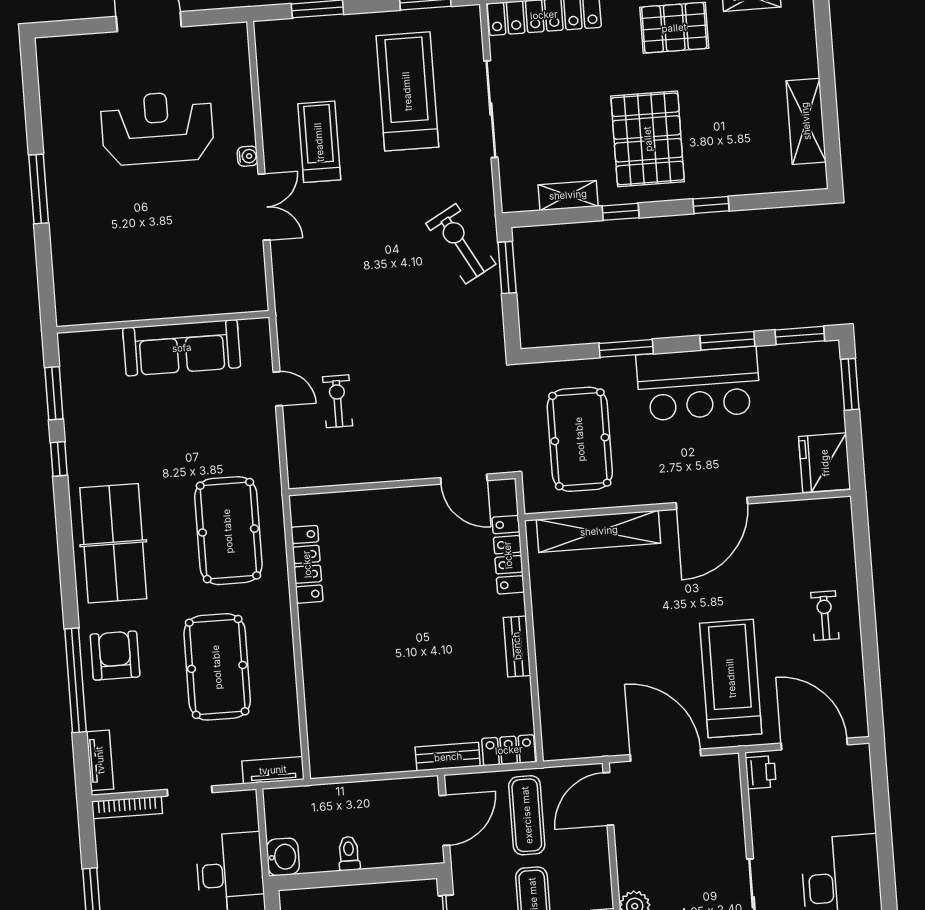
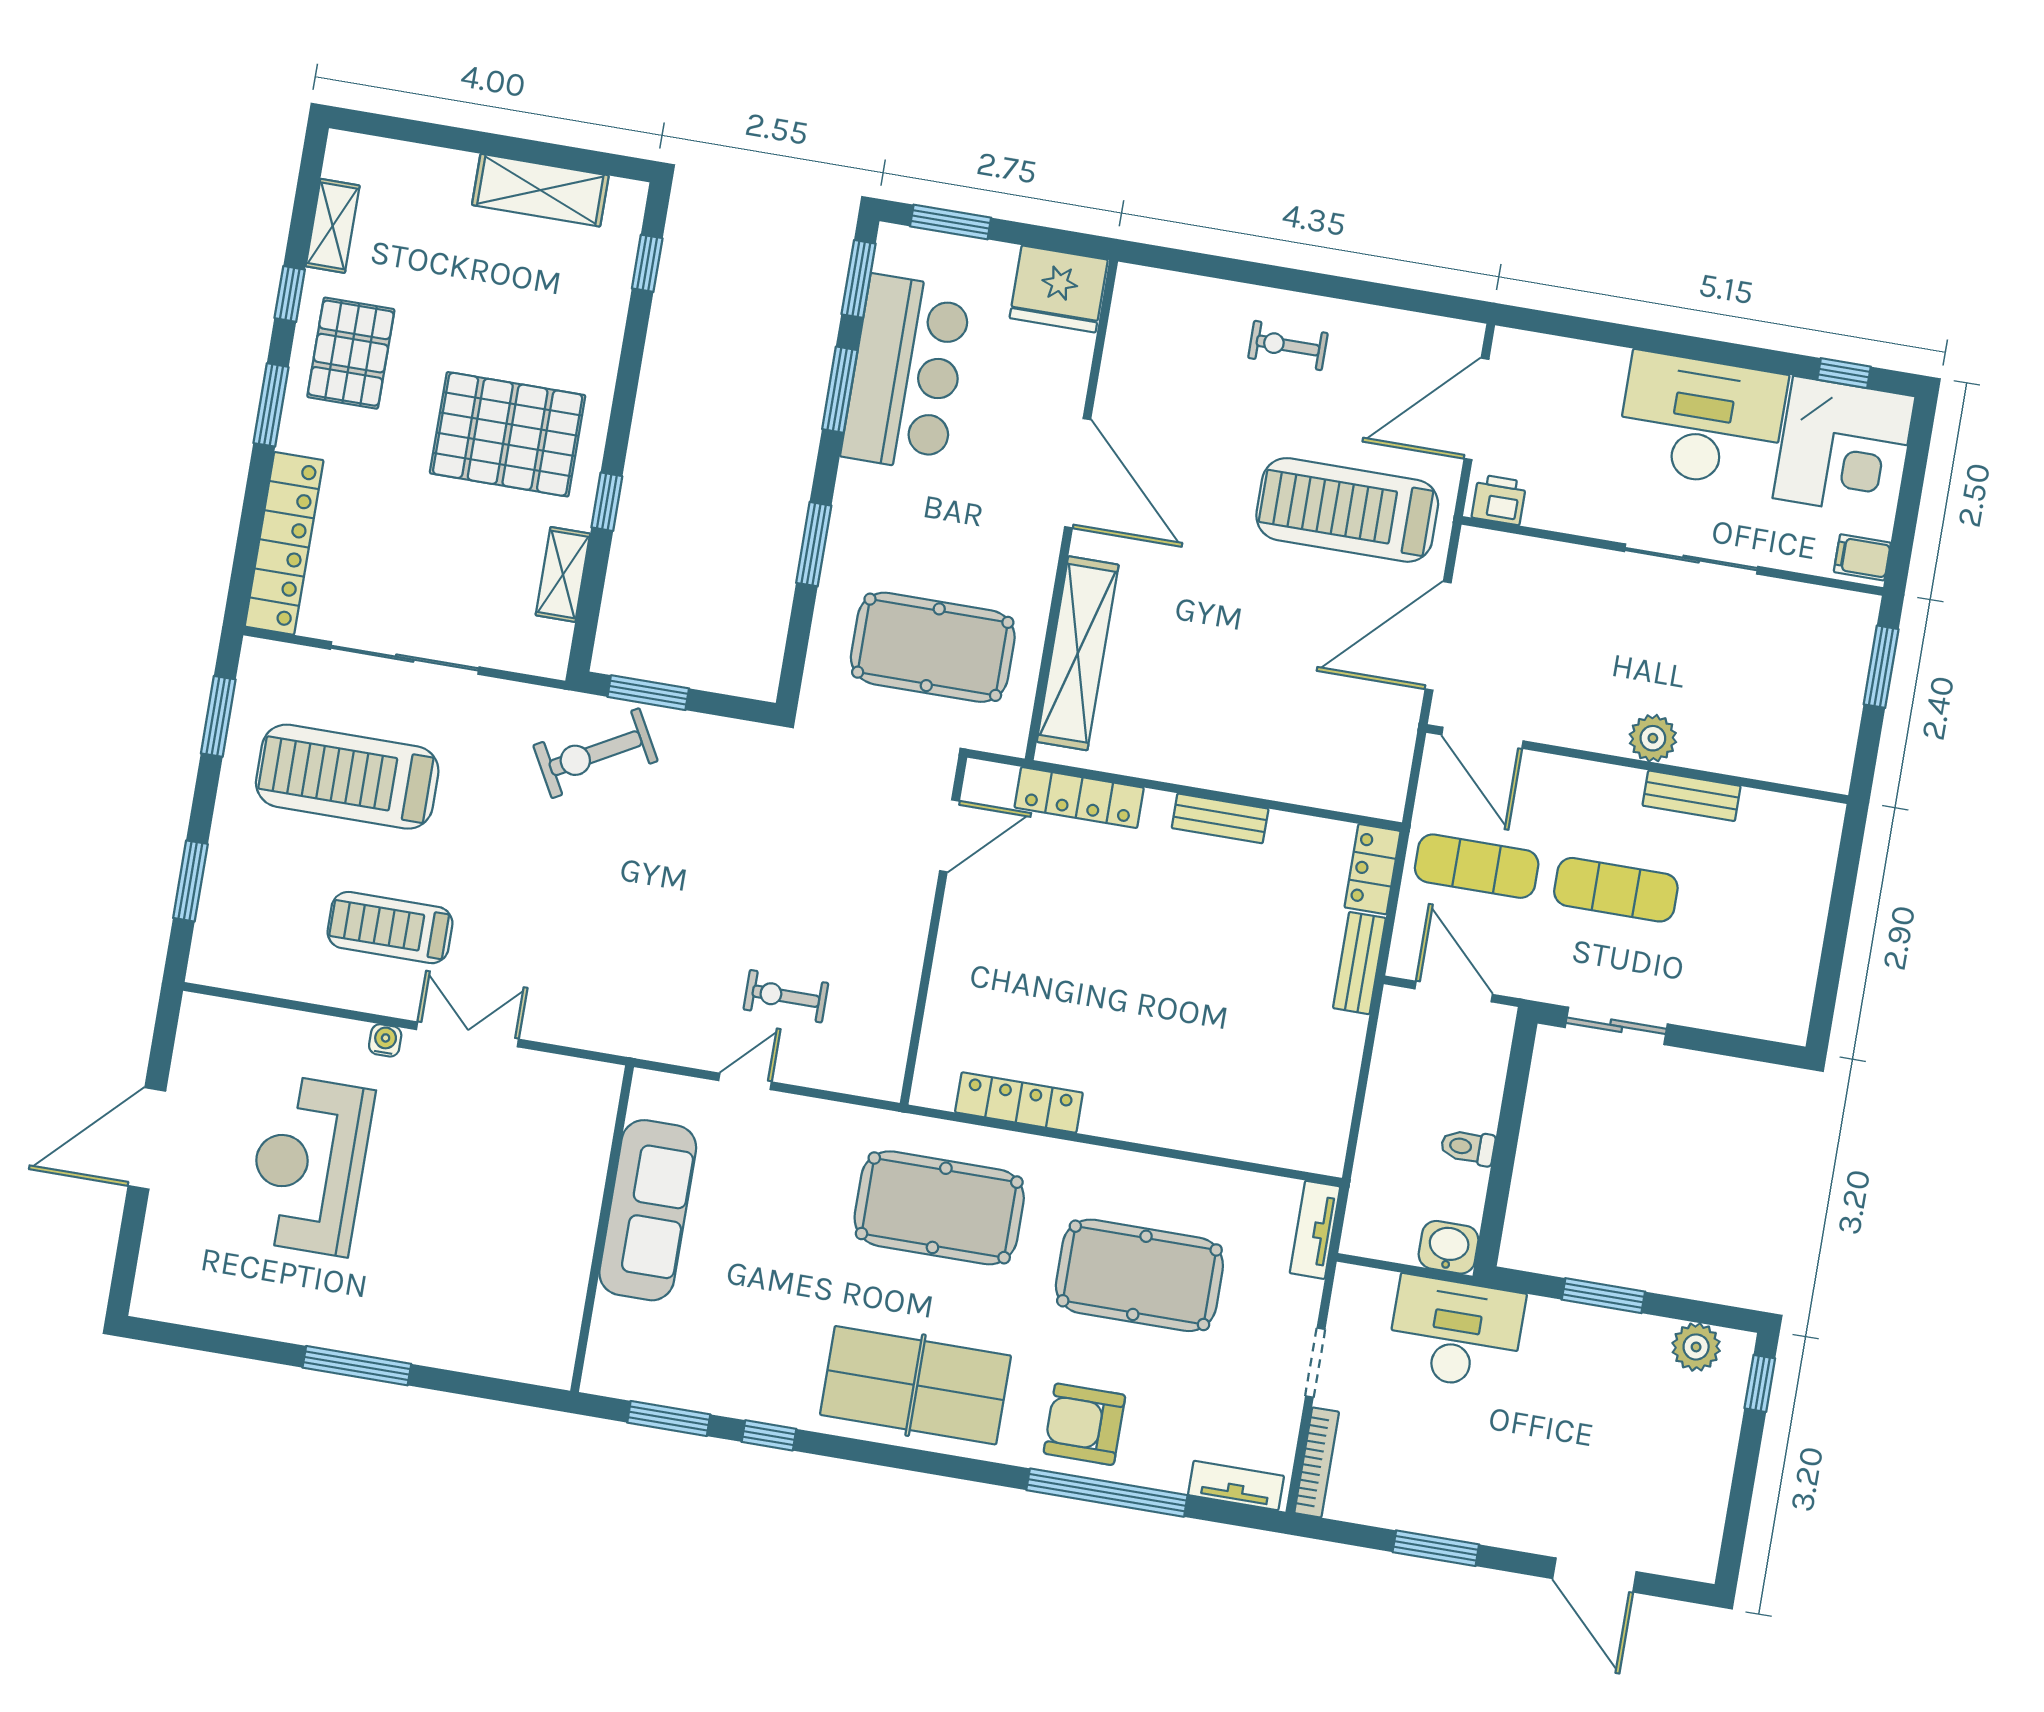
window: (711, 205) -> (647, 263), moved
bar counter: (698, 384) -> (906, 373), moved

